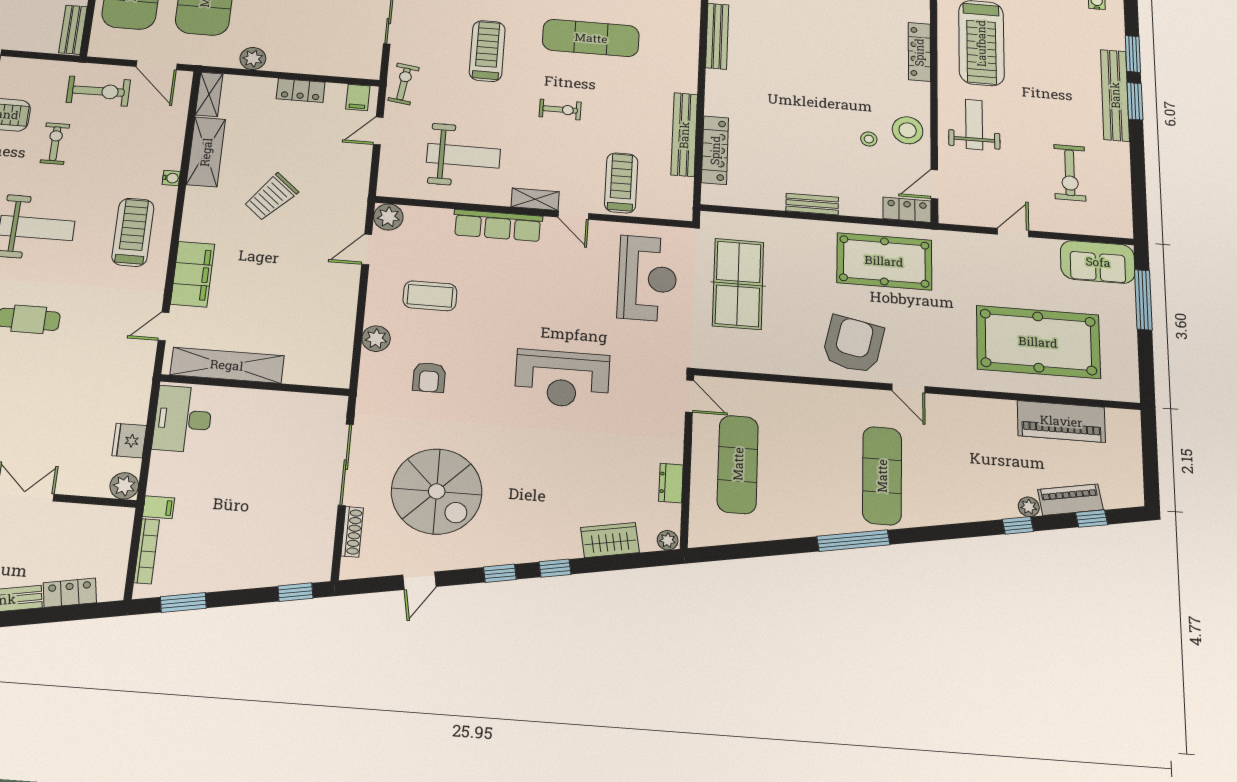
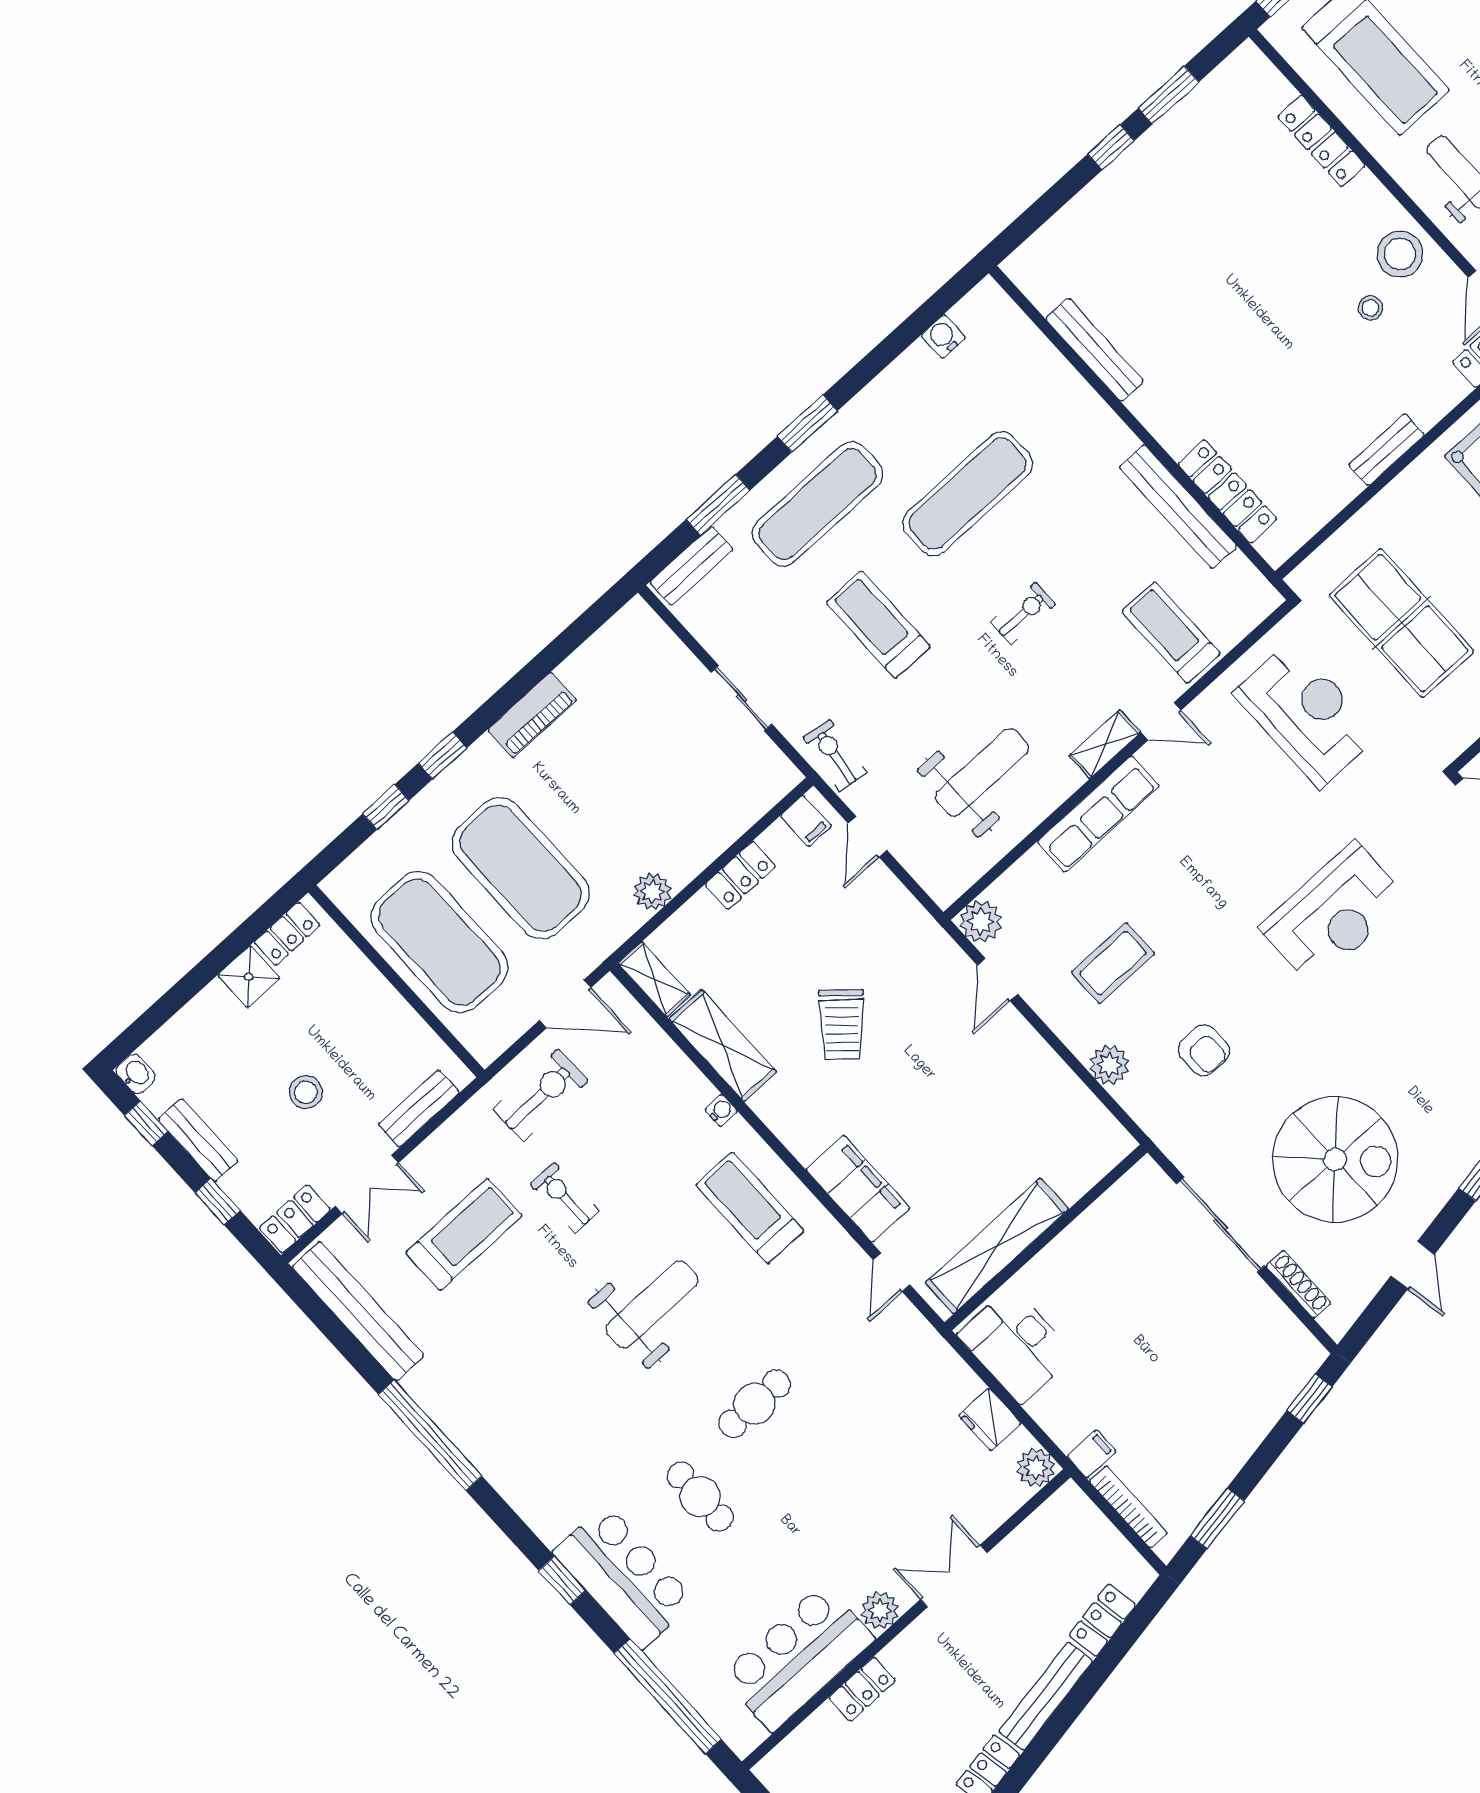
bench: (73, 30) -> (419, 1108), moved, turned 90

